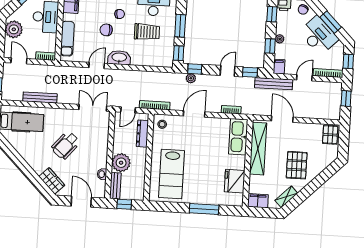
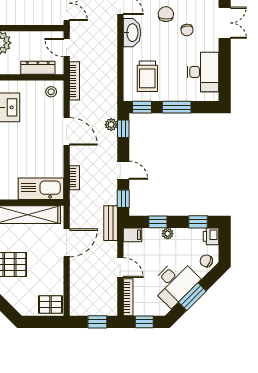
trolley: (147, 32) -> (147, 76), moved
bench: (274, 84) -> (111, 223), width x0.73

